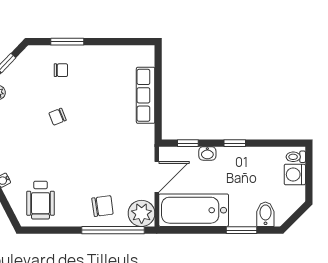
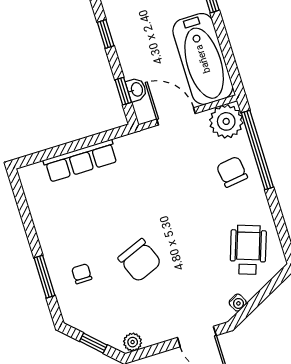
chair: (58, 117) -> (140, 260), width x1.87, depth x1.87
washbasin: (207, 153) -> (136, 90), moved
wheelchair: (40, 200) -> (248, 250), turned -71

